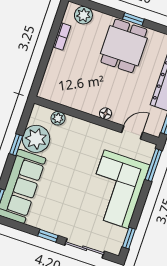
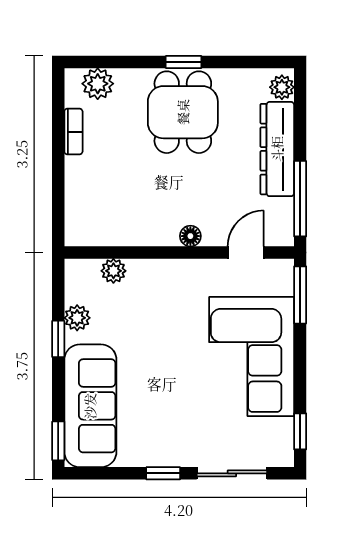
plant: (36, 139) -> (77, 318), width x0.53, depth x0.53

